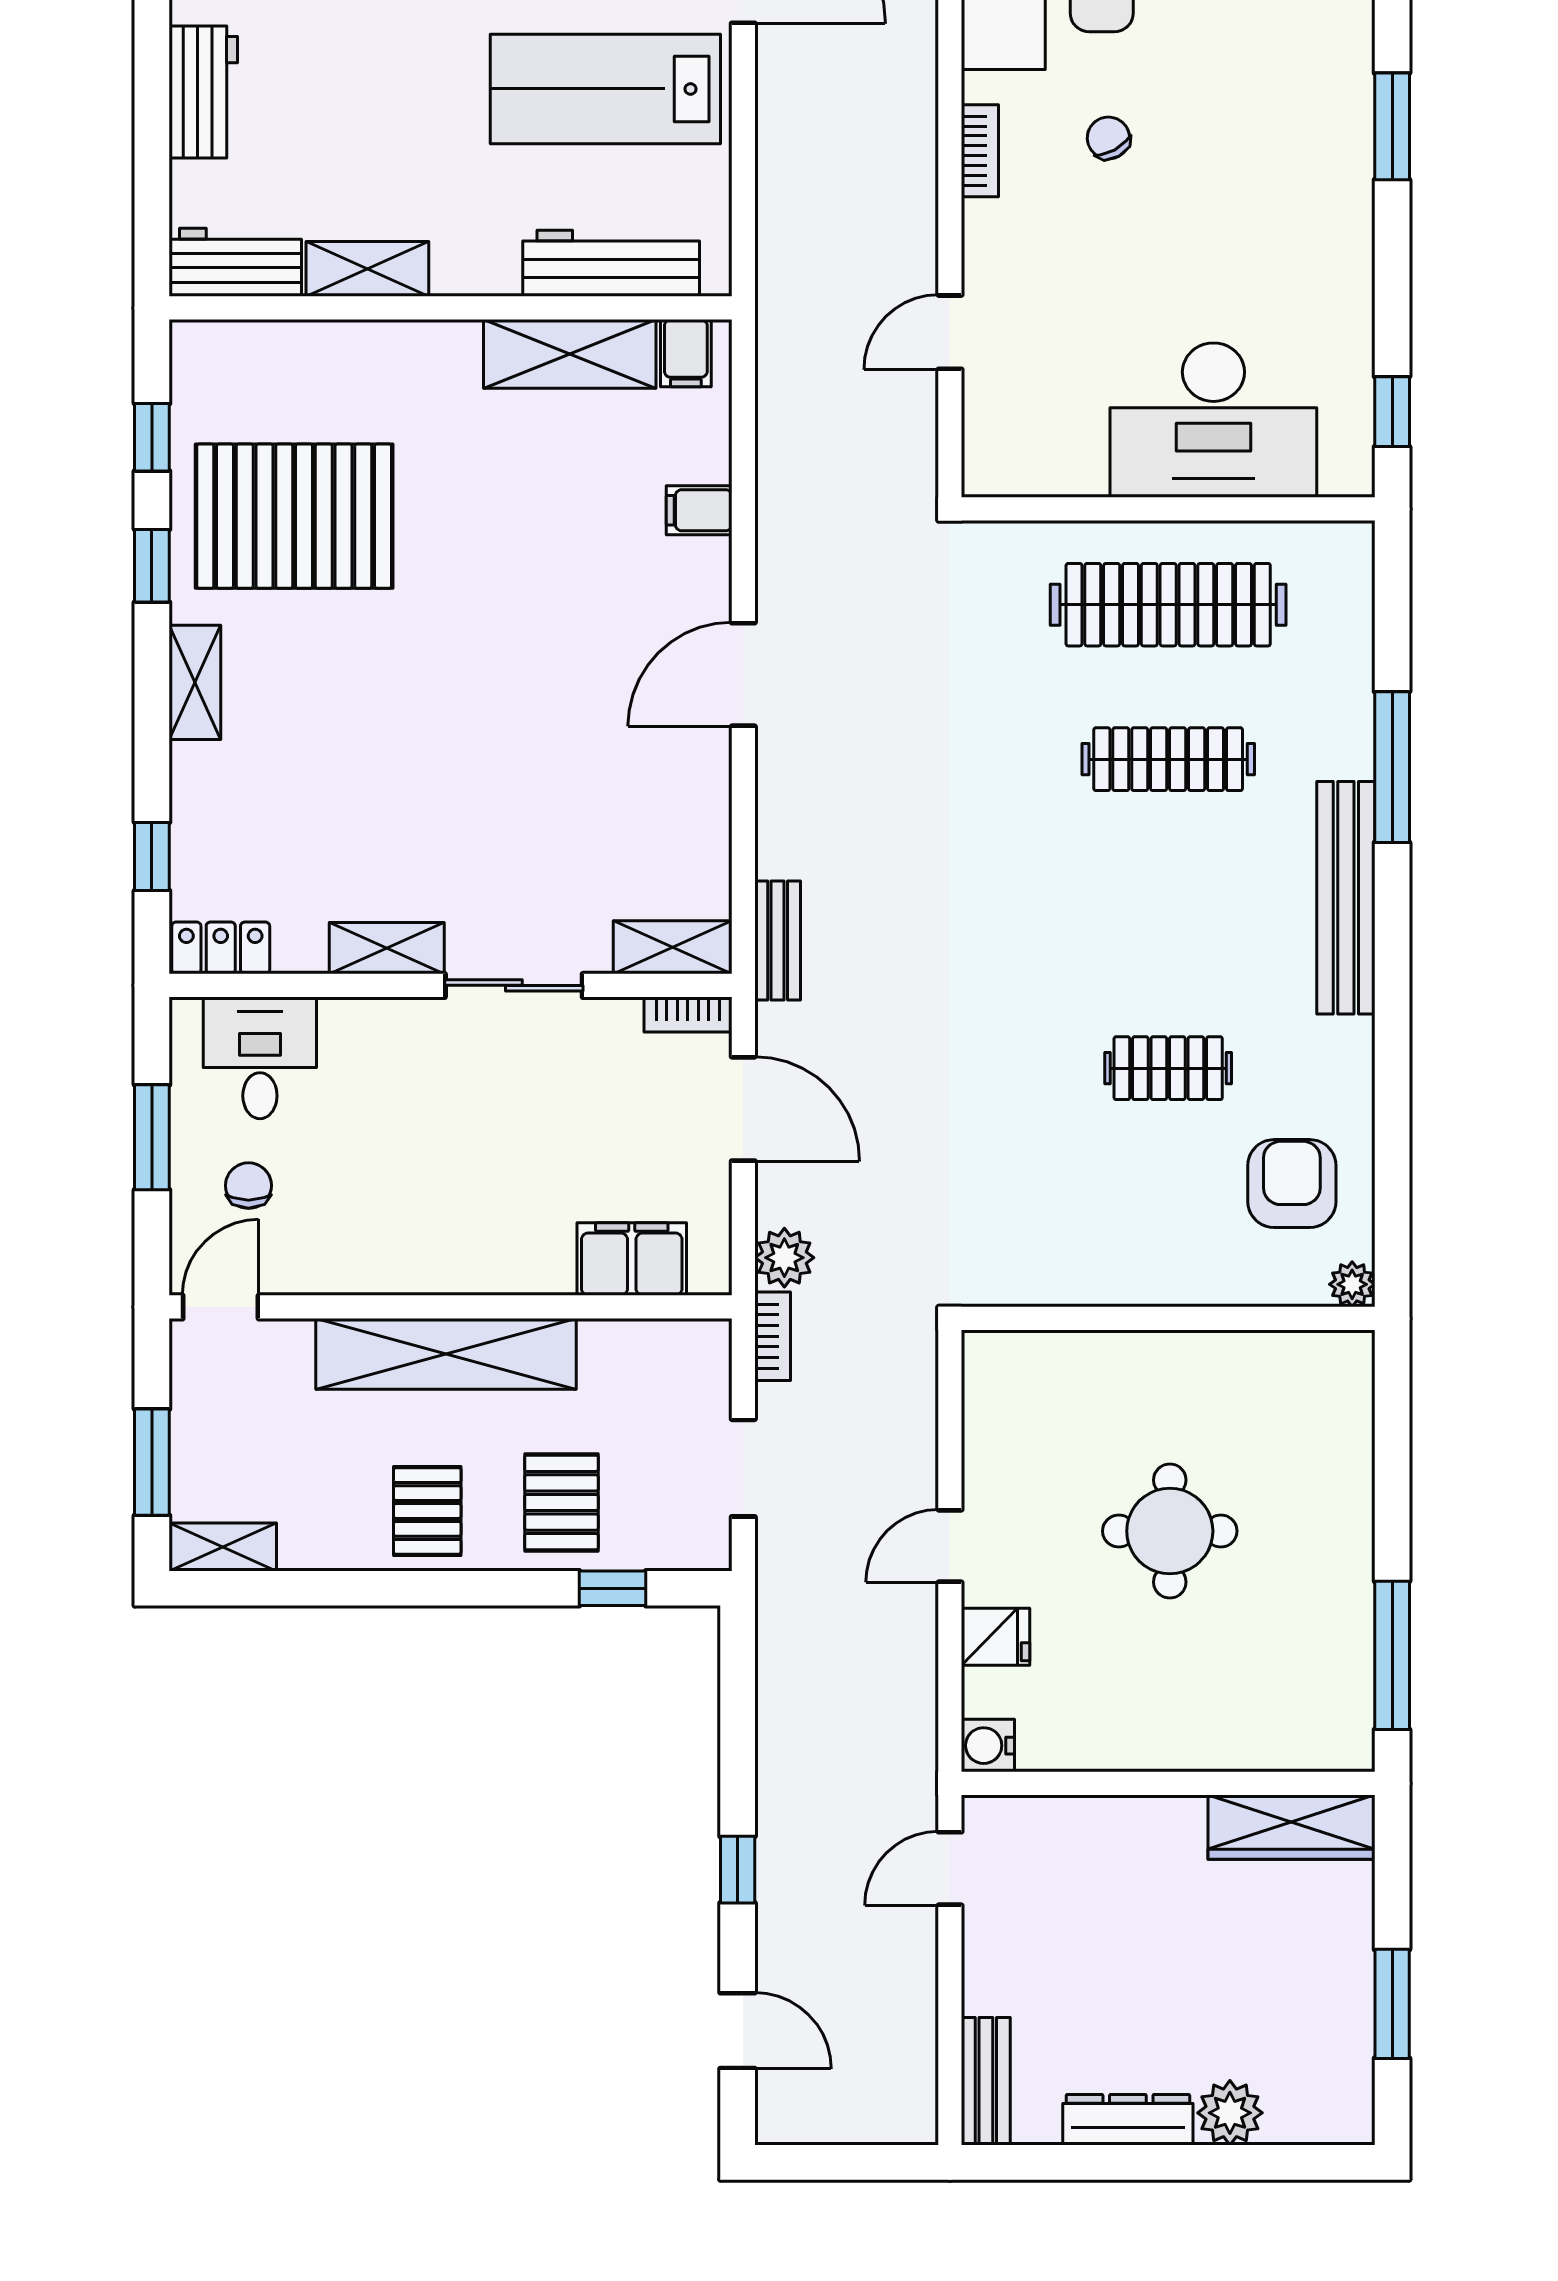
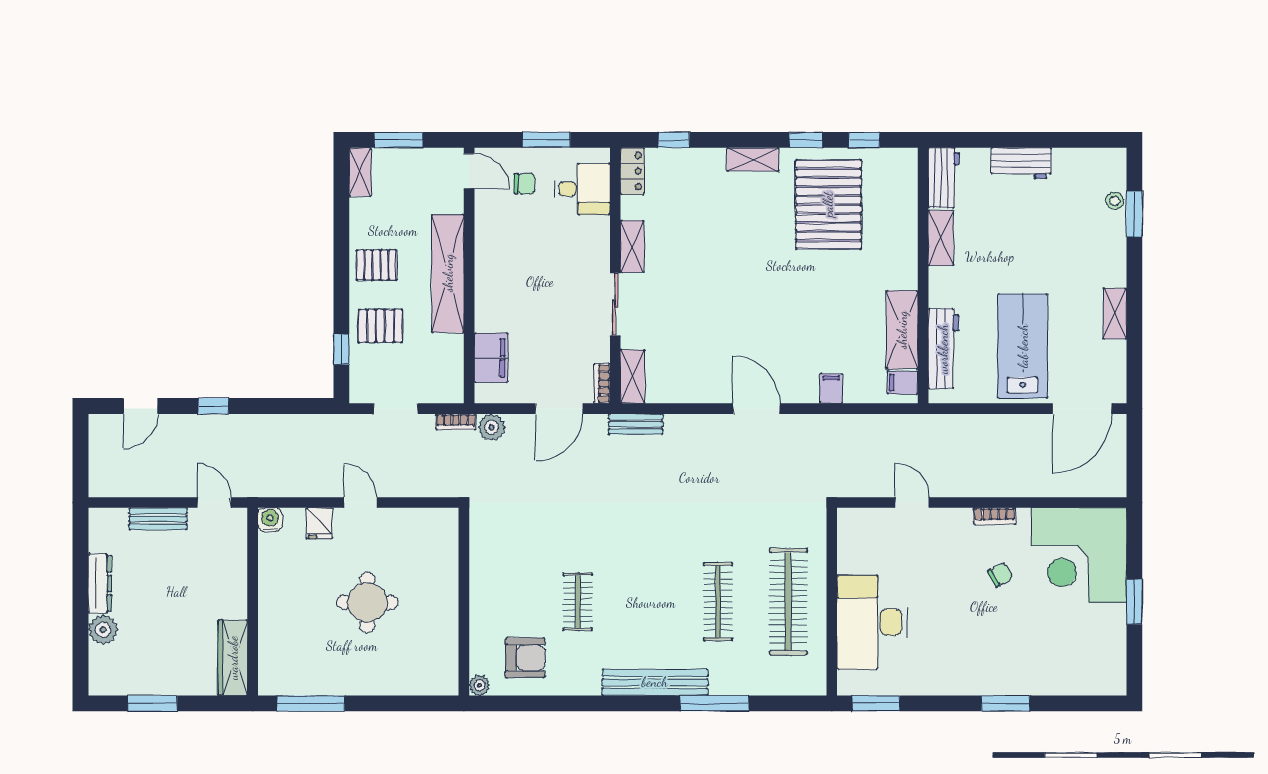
window: (1392, 412) -> (876, 703), width x1.50
bench: (986, 2081) -> (158, 519), moved

